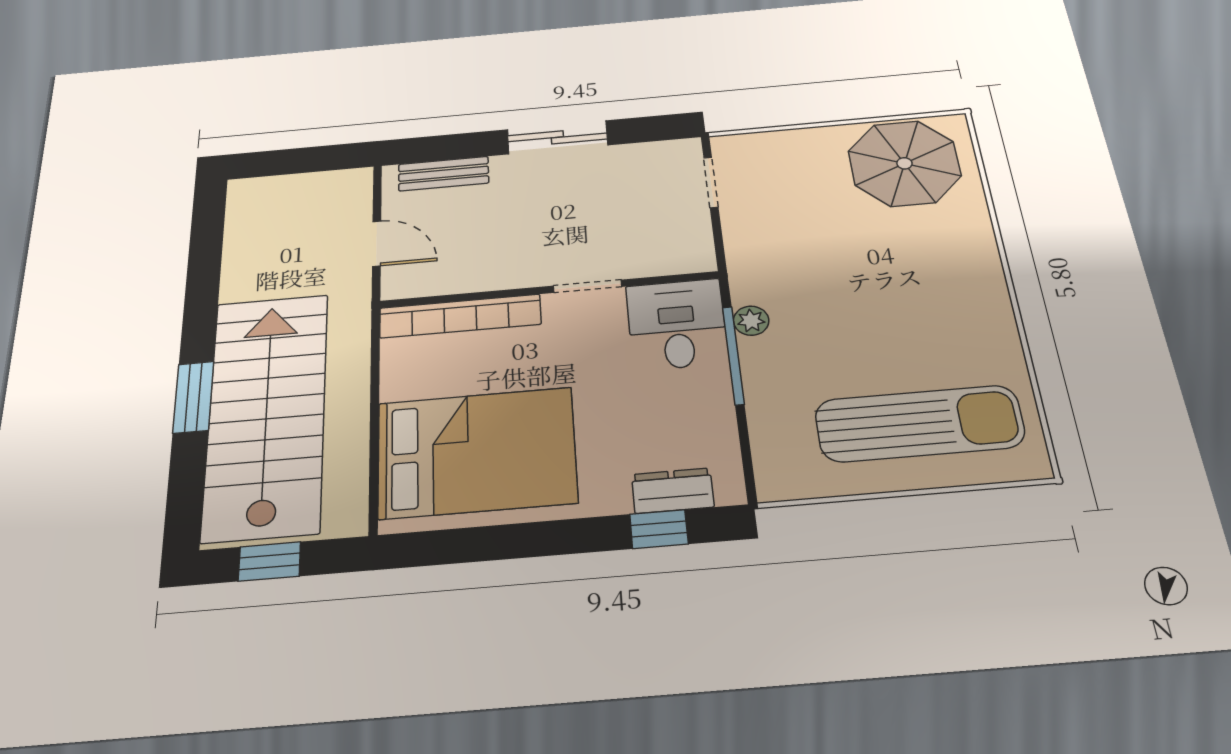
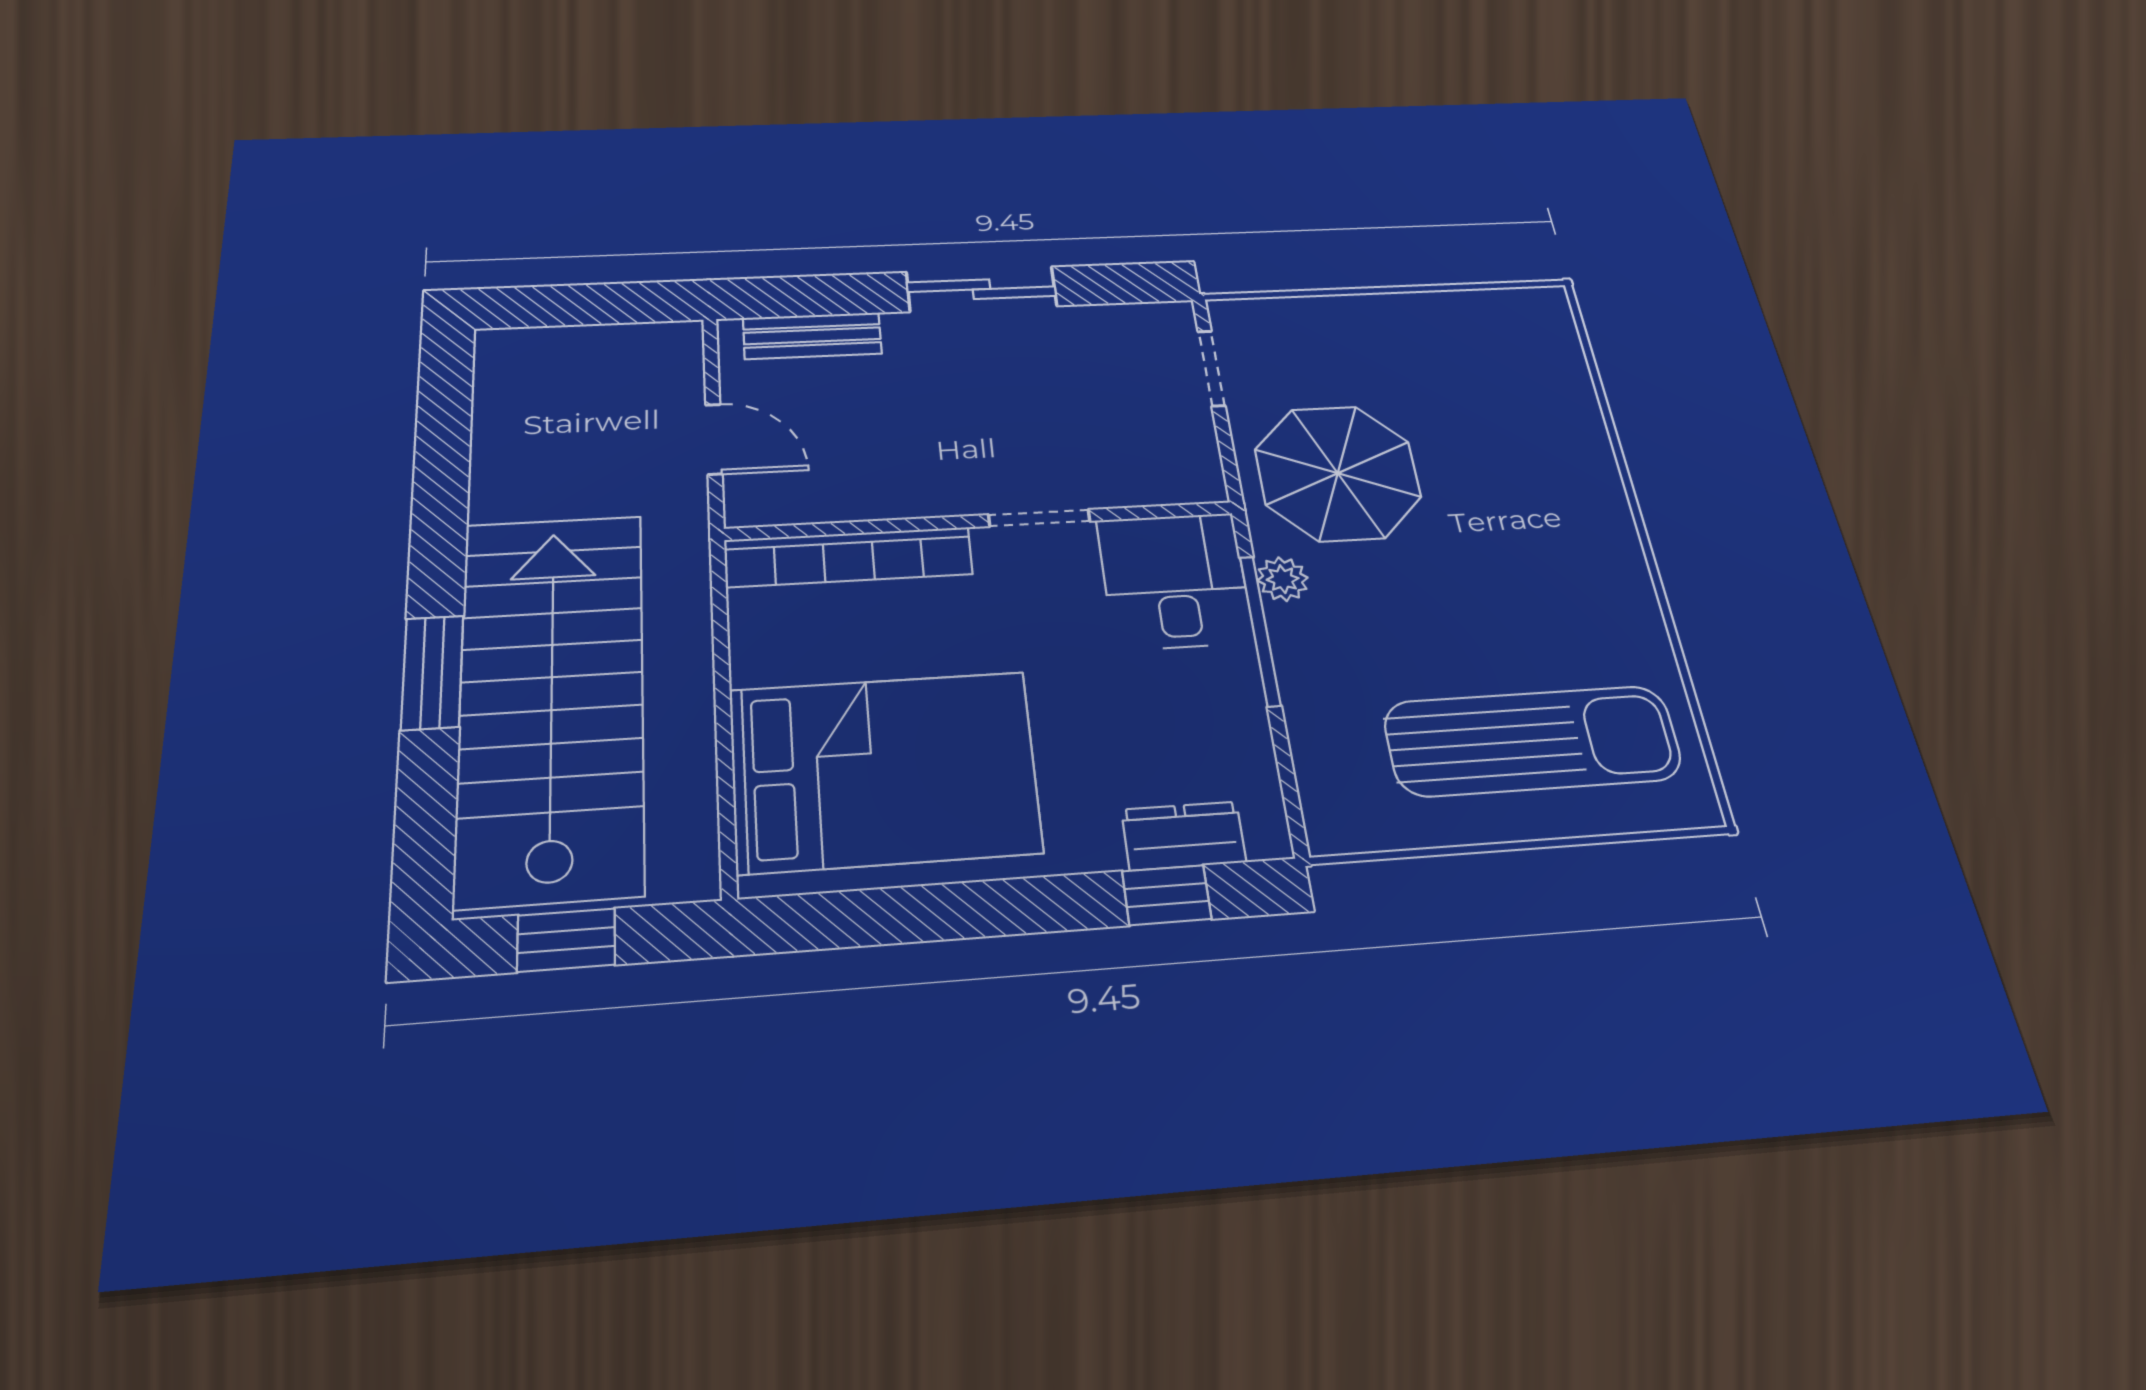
parasol: (904, 163) -> (1338, 473), moved

